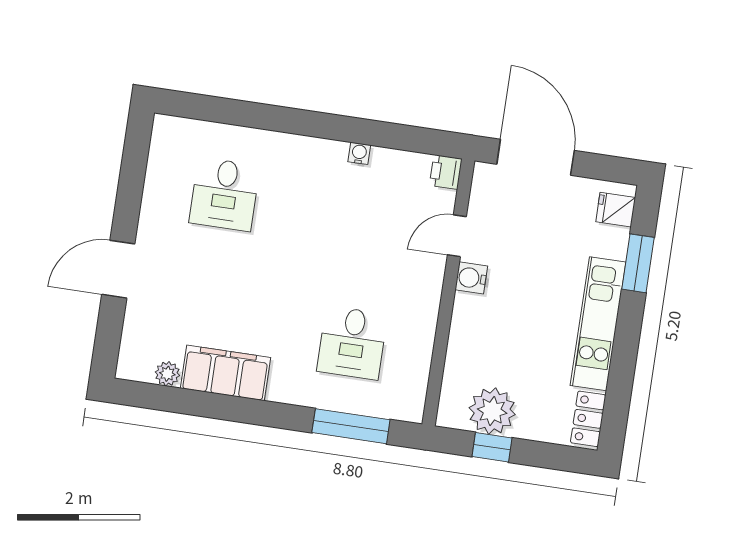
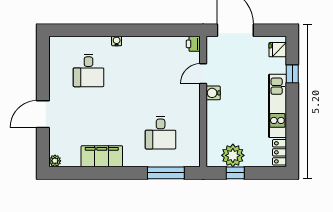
water cooler: (359, 153) -> (117, 41), moved
window: (638, 263) -> (292, 74), width x0.67
plant: (167, 374) -> (55, 161), moved

